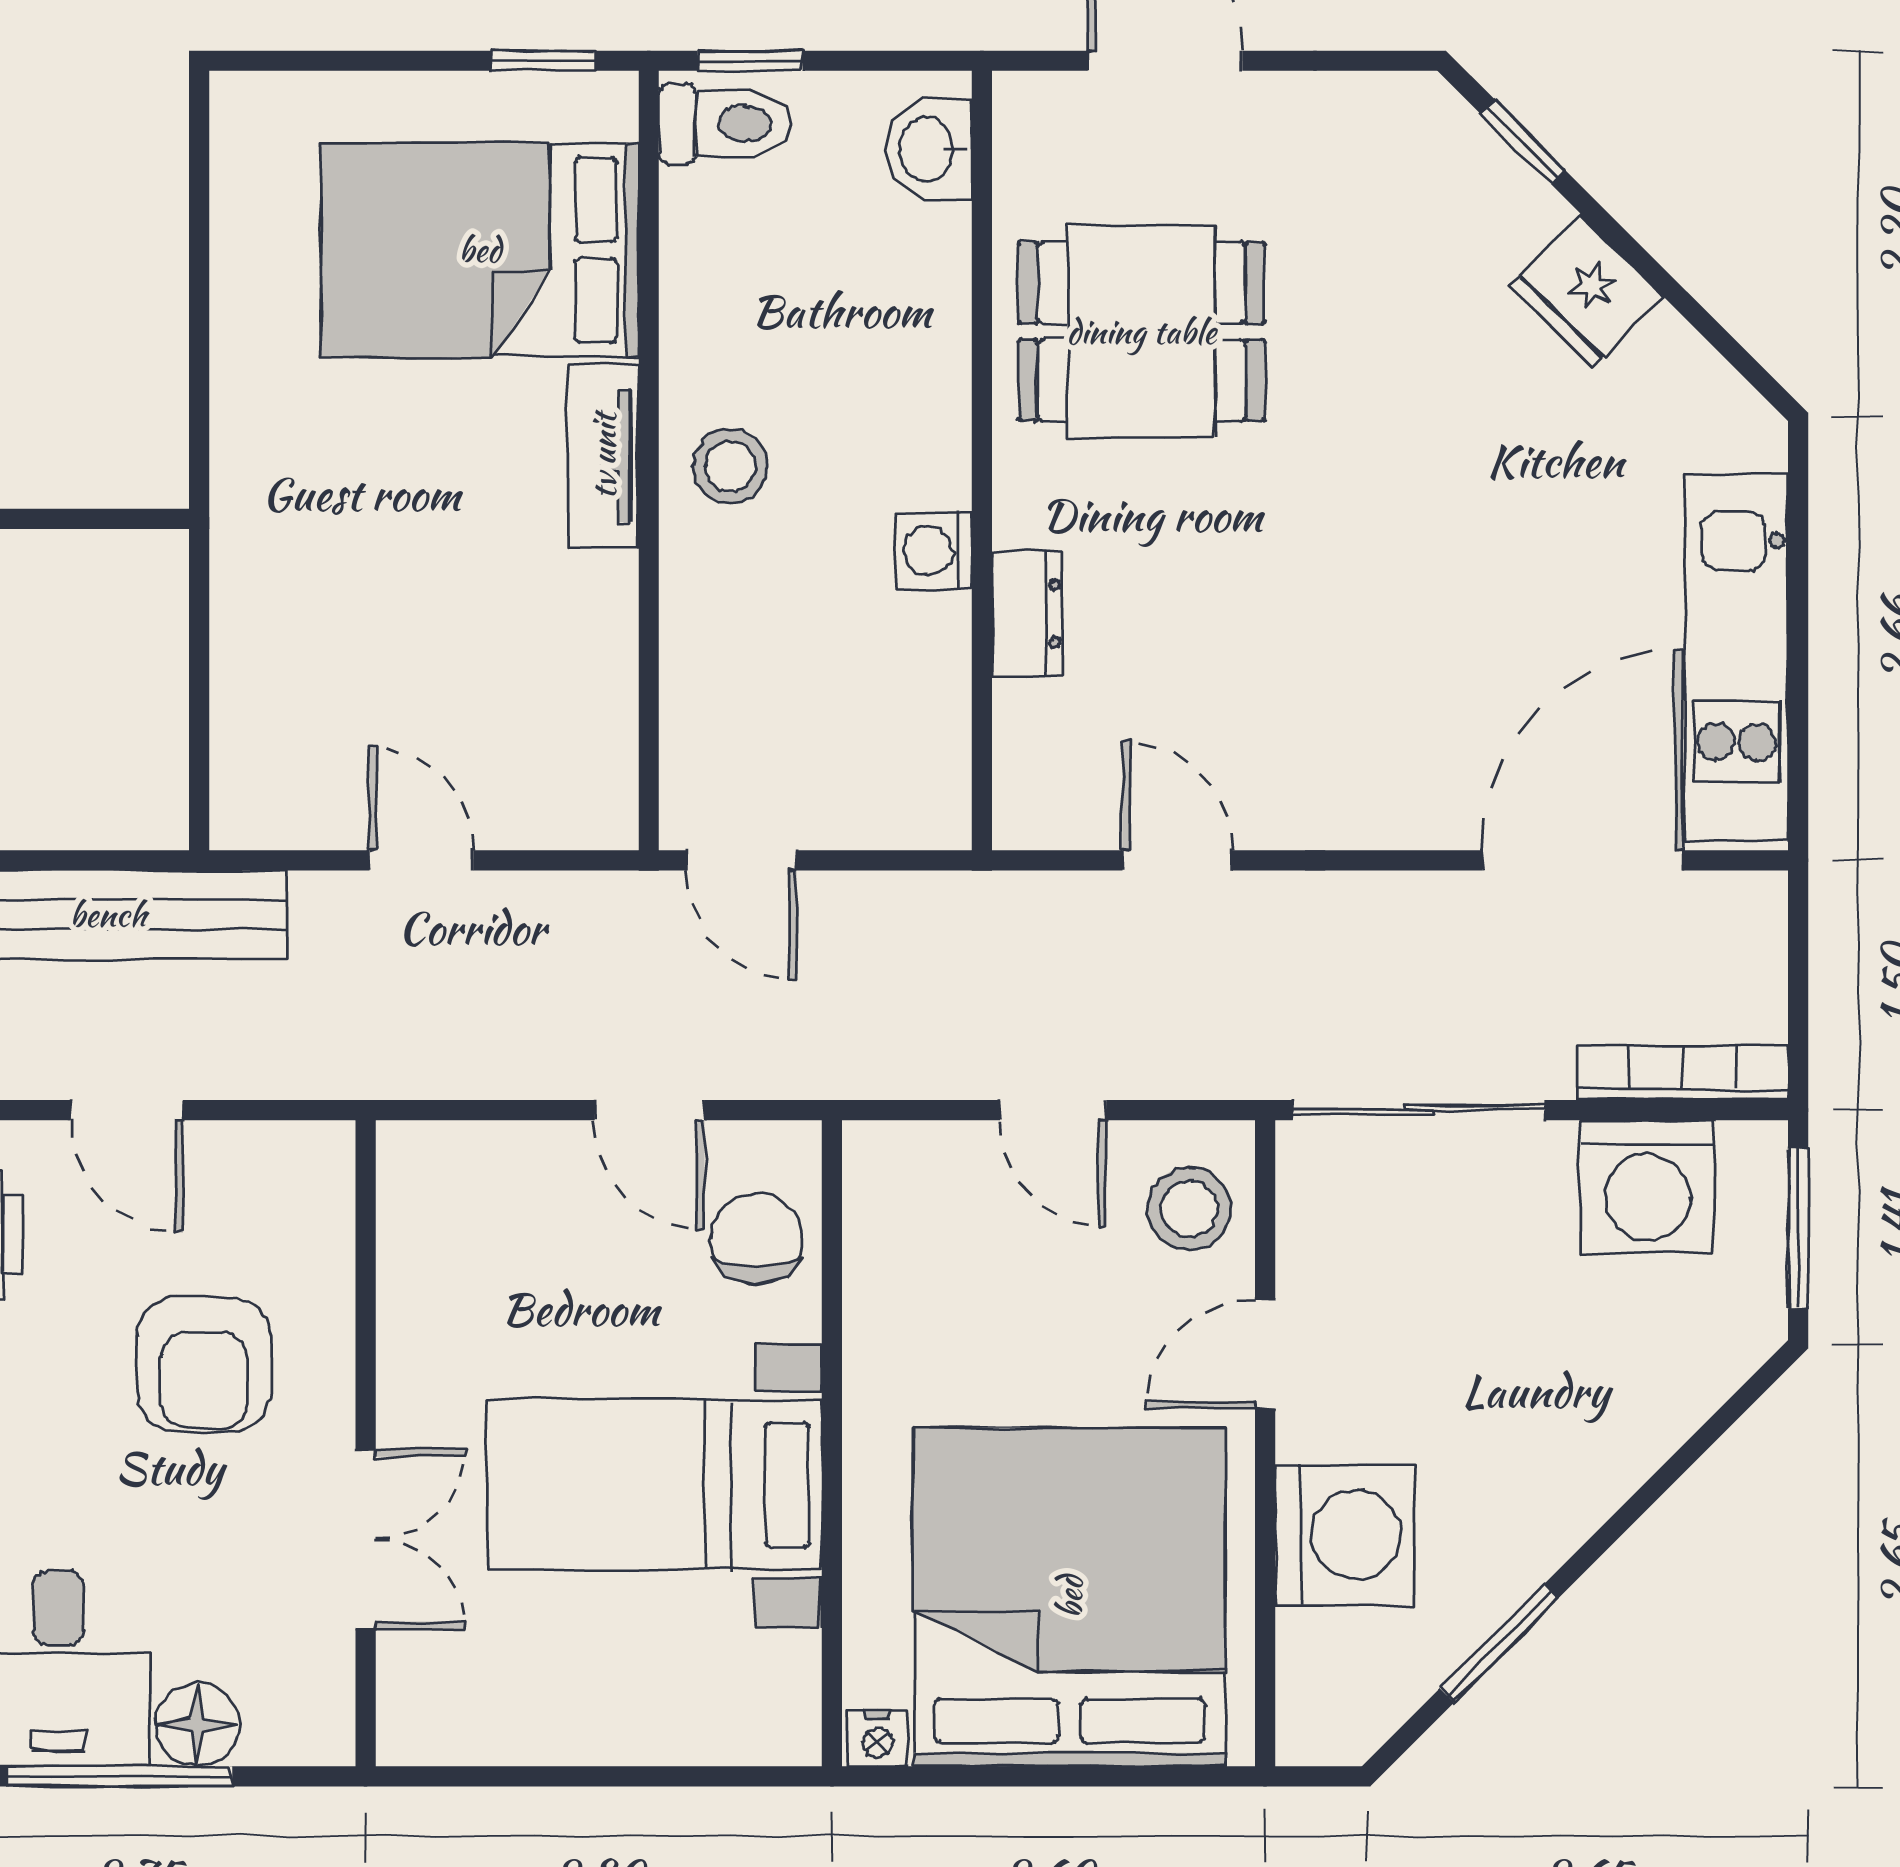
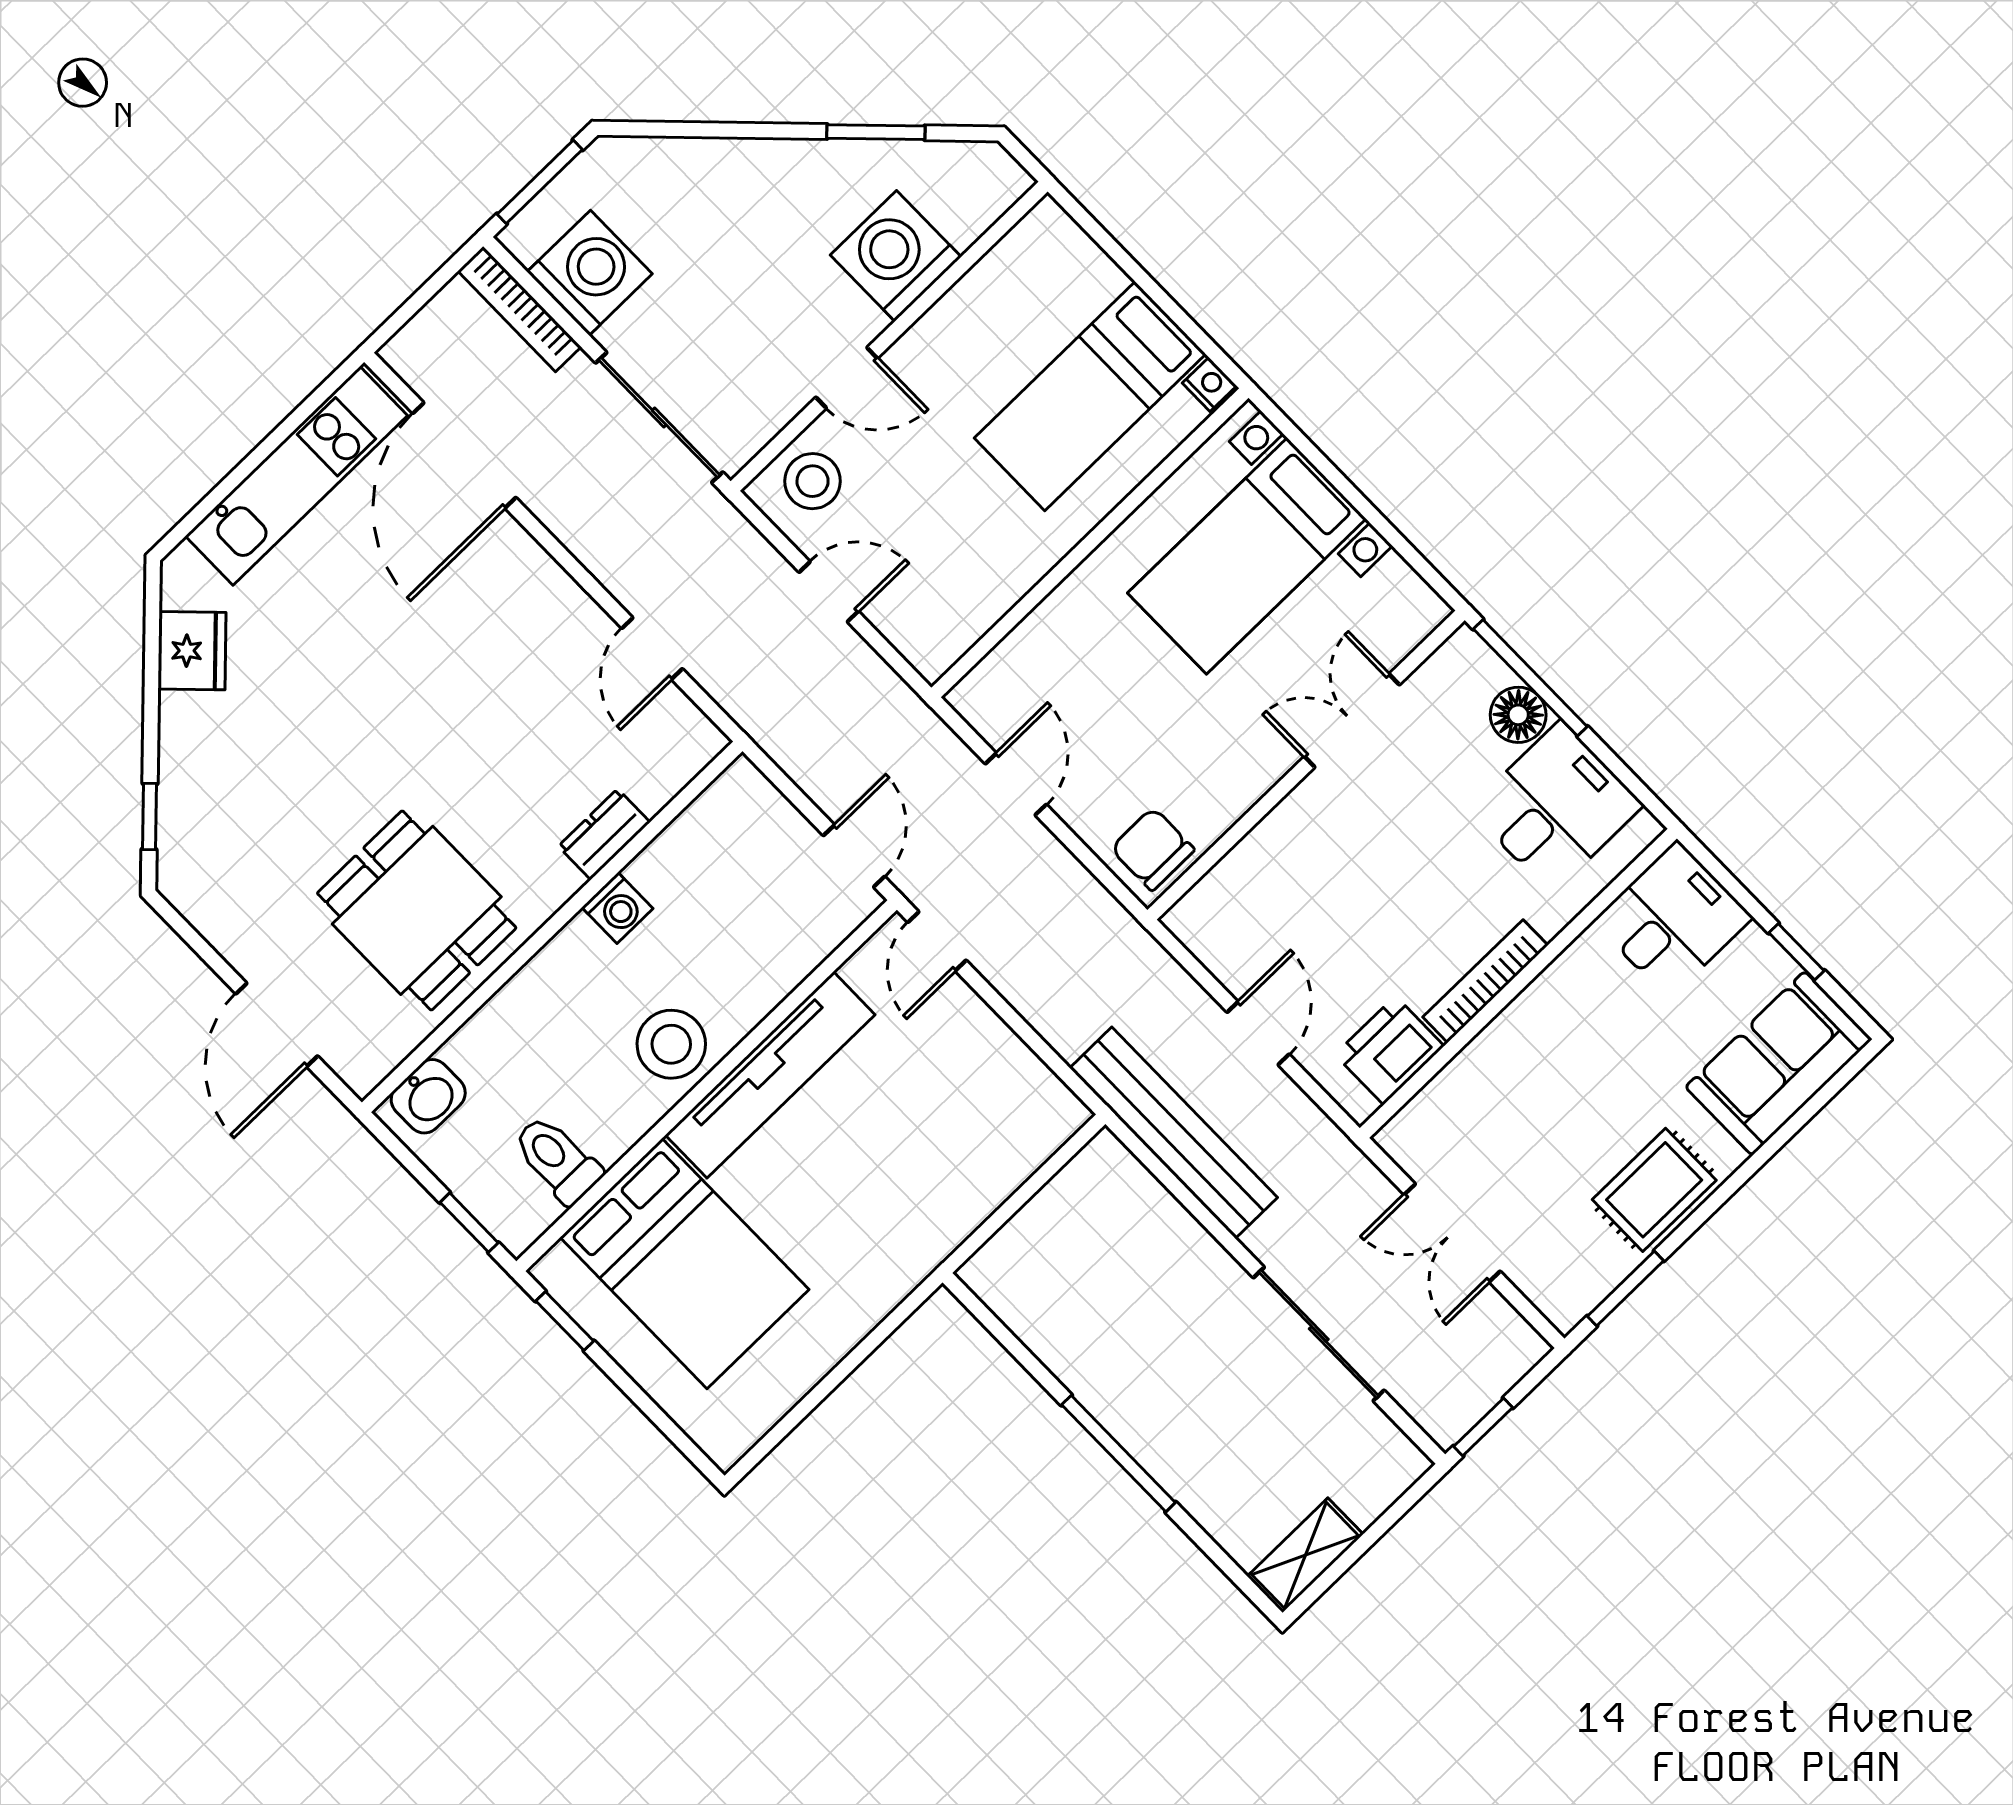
toilet: (726, 124) -> (557, 1160), moved
fridge: (1587, 291) -> (192, 651), moved
tv unit: (604, 456) -> (770, 1075), width x1.92, depth x1.29
stool: (730, 466) -> (671, 1044), width x1.38, depth x1.38
door: (421, 860) -> (937, 941), moved
door: (1582, 860) -> (464, 455), hinge flipped
door: (1053, 1110) -> (829, 592), hinge flipped
chair: (756, 1239) -> (1153, 849), moved, turned 90
armchair: (204, 1364) -> (1343, 879), removed
bed with nightstands: (654, 1485) -> (1247, 556), moved, turned 90
bed: (1070, 1597) -> (1090, 396), width x0.49
window: (120, 1776) -> (1530, 678), moved

